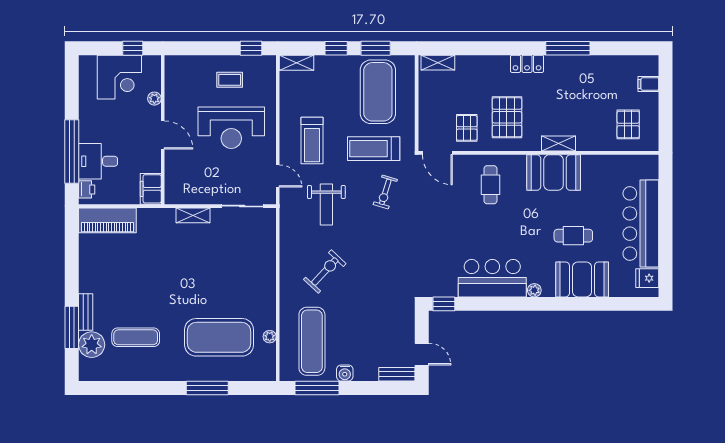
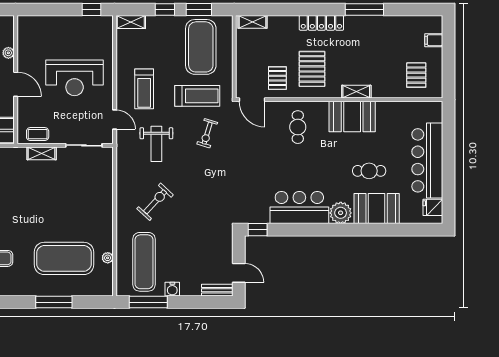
locker: (527, 64) -> (321, 23), width x1.53
coffee table: (230, 80) -> (38, 134), moved
treadmill: (374, 149) -> (197, 96), turned 180
plant: (534, 290) -> (341, 213), width x1.87, depth x1.87

